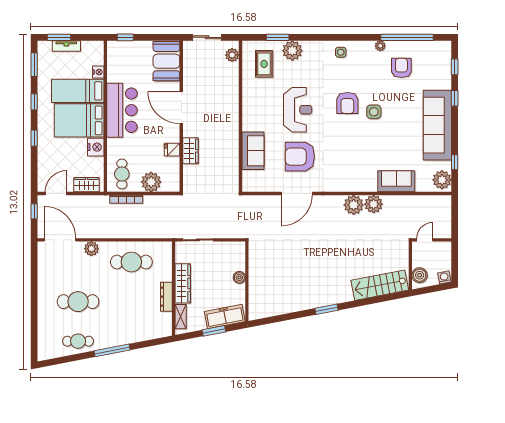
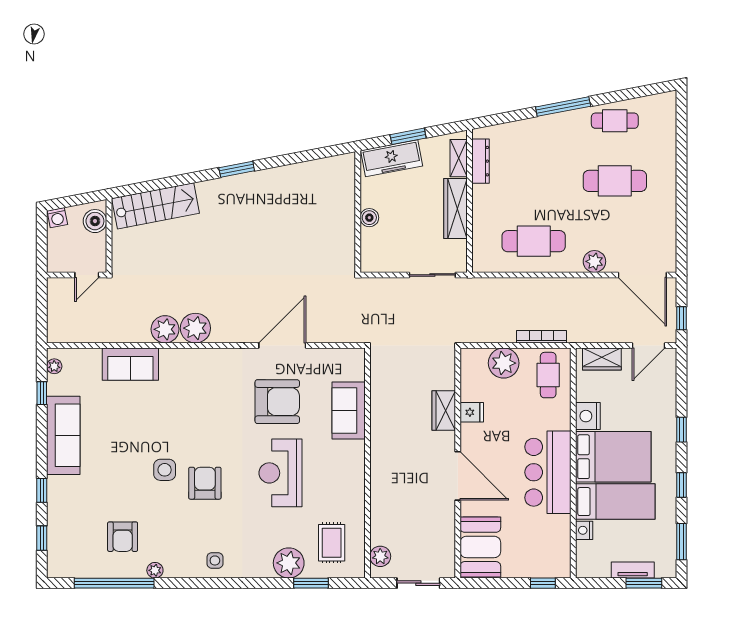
sofa: (437, 125) -> (63, 435), width x0.74, depth x0.79
plant: (442, 180) -> (54, 366), width x0.53, depth x0.53
dresser: (166, 297) -> (480, 161), moved

